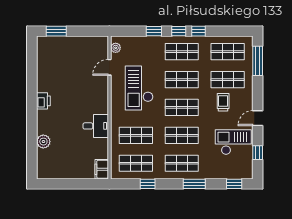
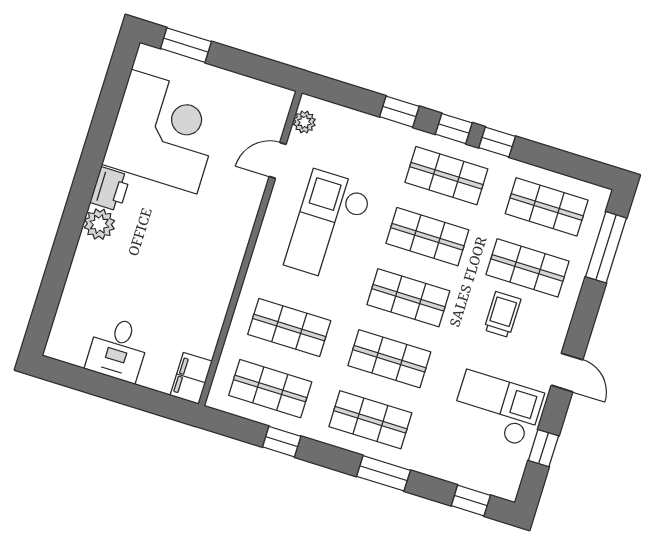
corner desk: (58, 70) -> (164, 132), added
door: (258, 118) -> (567, 373), swing flipped
desk: (96, 126) -> (118, 349), moved, turned 90
plant: (43, 142) -> (99, 224), moved

